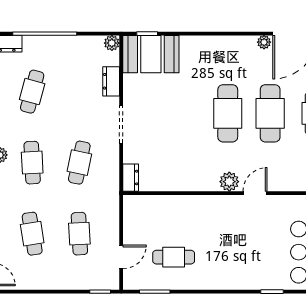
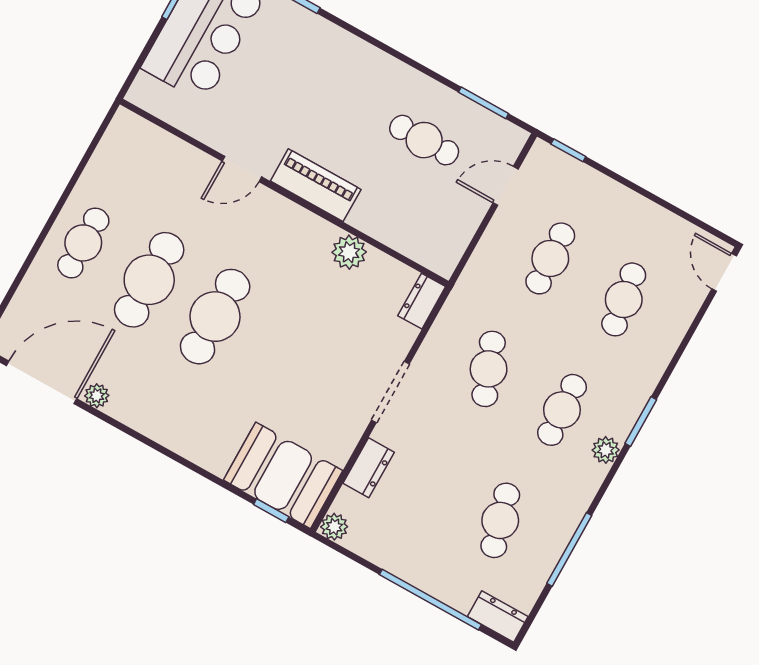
cafe table: (32, 92) -> (500, 520), turned -30
cafe table: (79, 163) -> (489, 369), turned -33
plant: (229, 182) -> (349, 252), moved
piano: (214, 205) -> (316, 185), added

